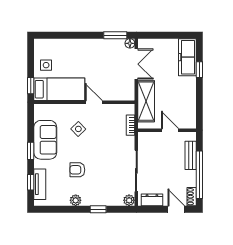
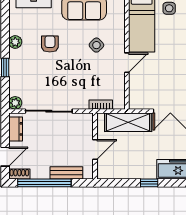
window: (199, 70) -> (149, 183), moved

